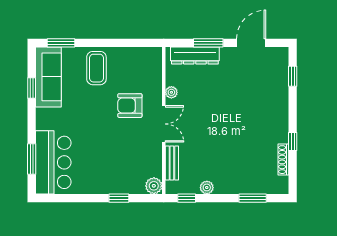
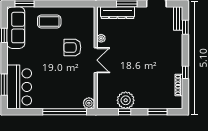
coffee table: (96, 68) -> (49, 21), turned 90
bench: (172, 163) -> (178, 19), moved
plant: (207, 187) -> (126, 100), width x1.88, depth x1.88
window: (119, 198) -> (65, 112), width x3.17
window: (187, 198) -> (125, 112), moved

